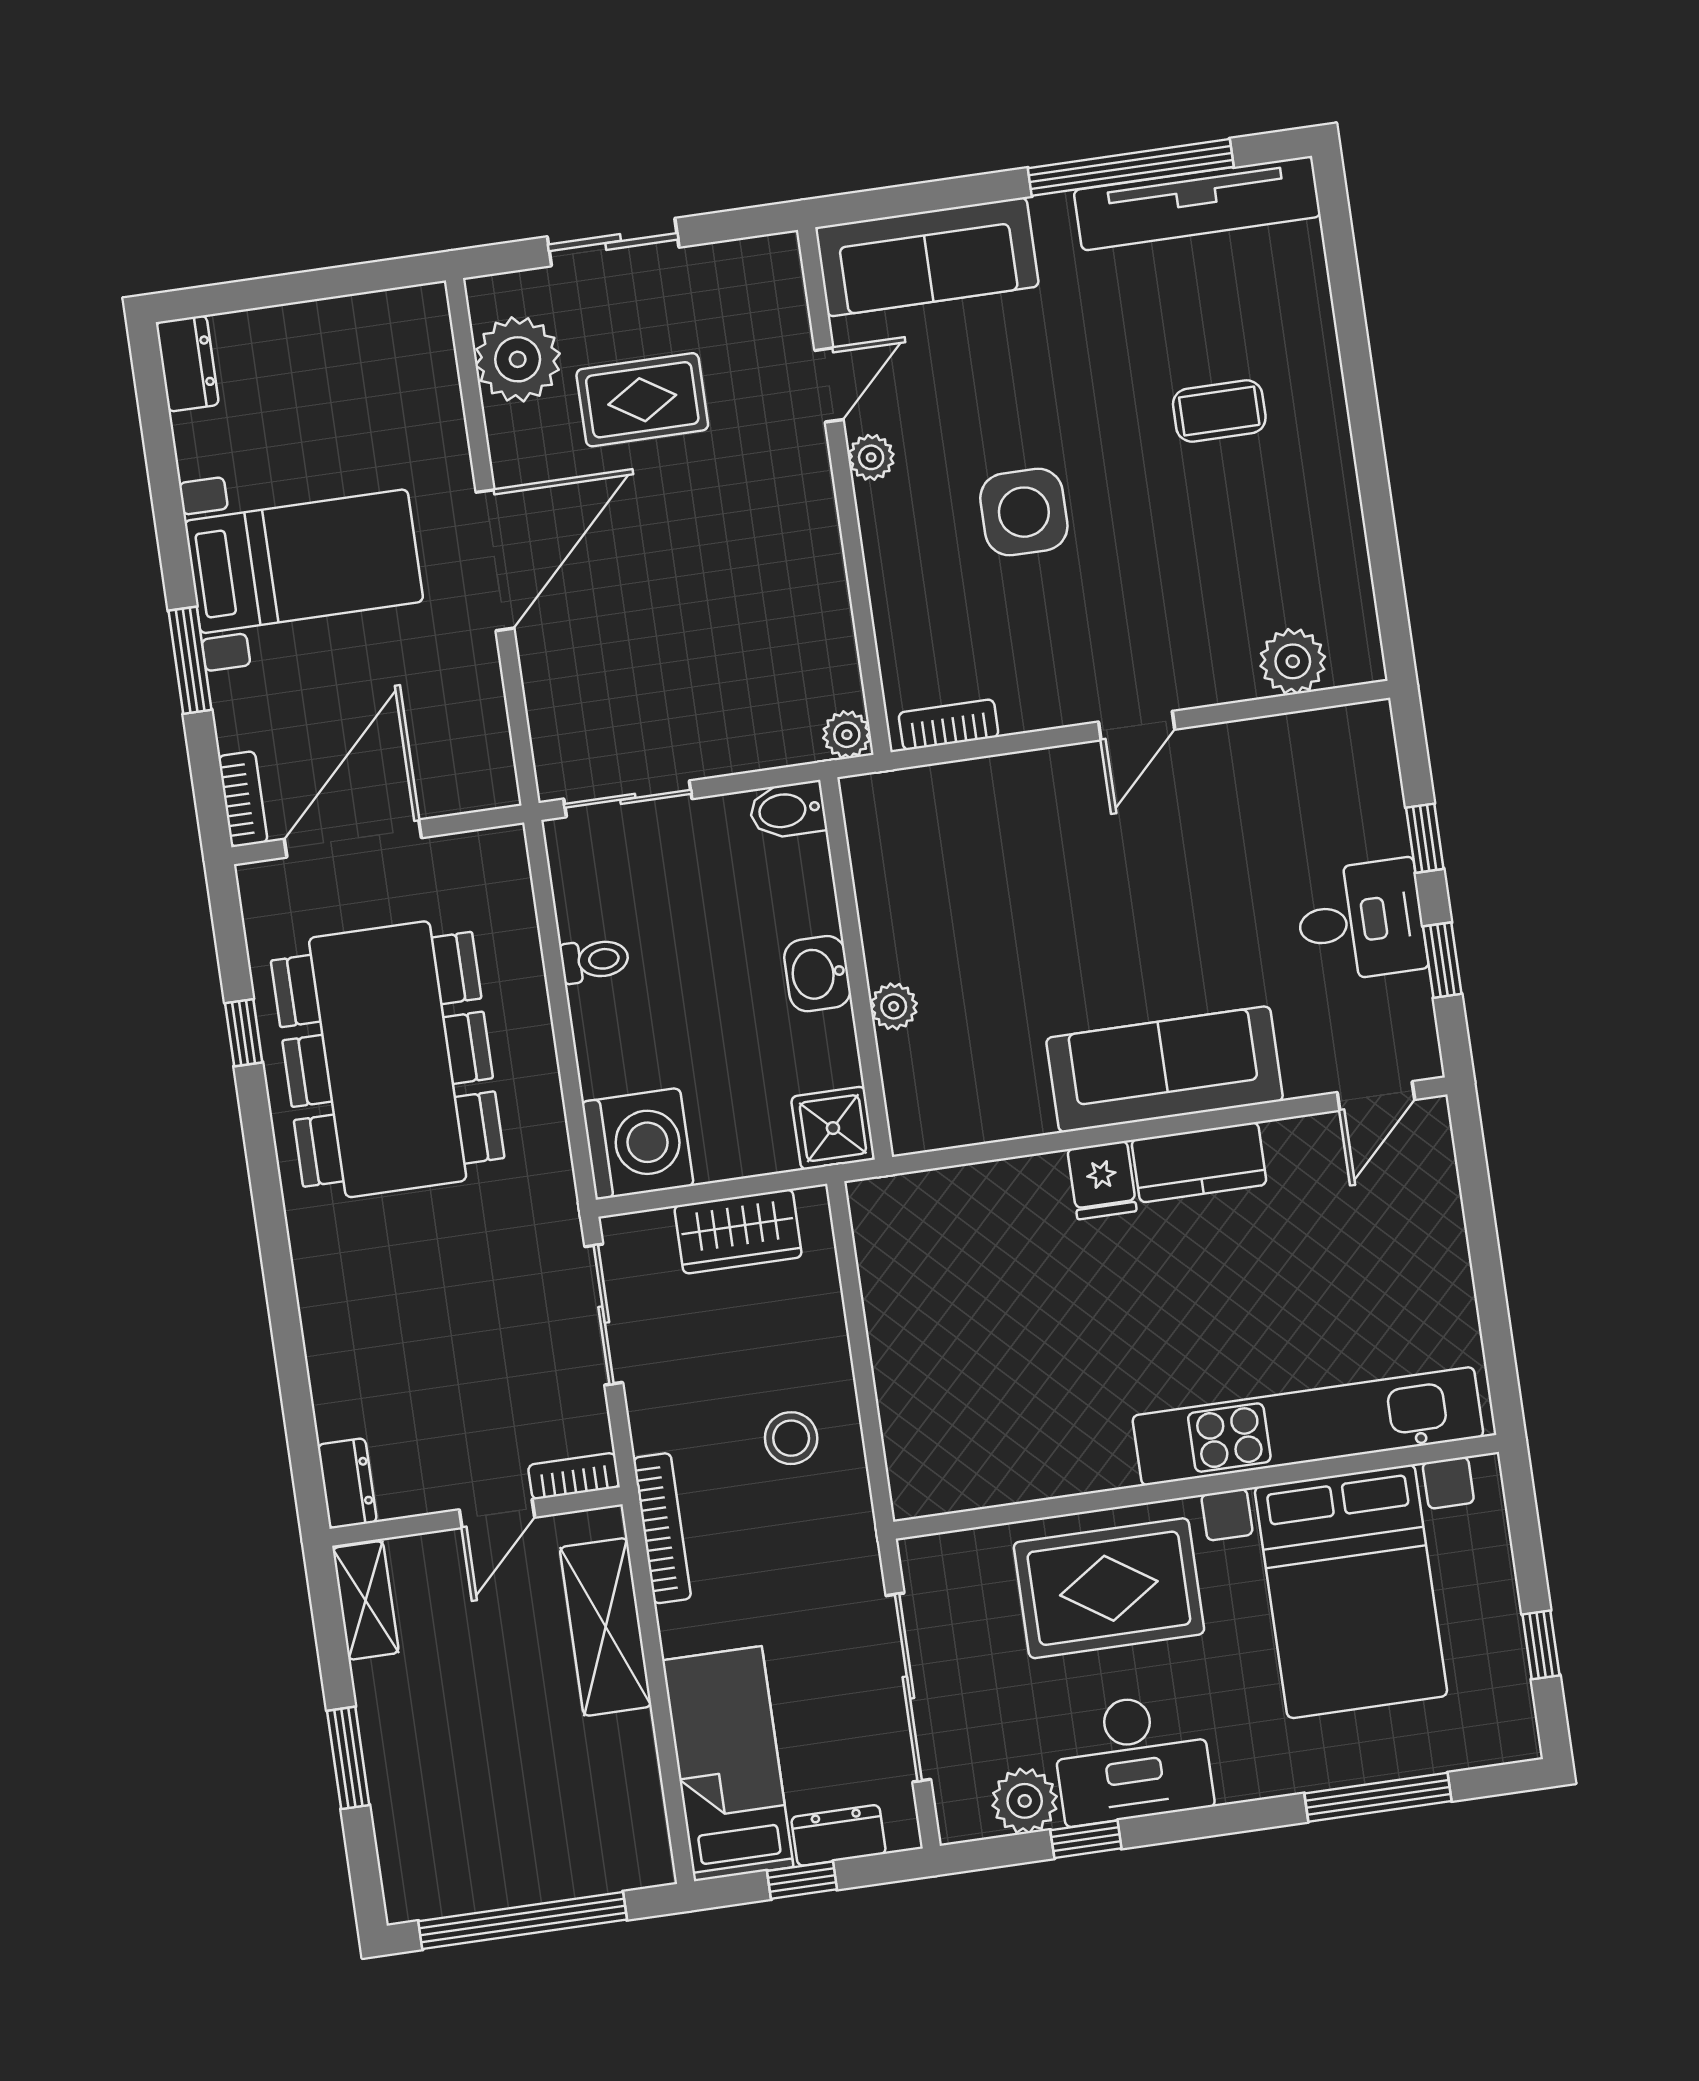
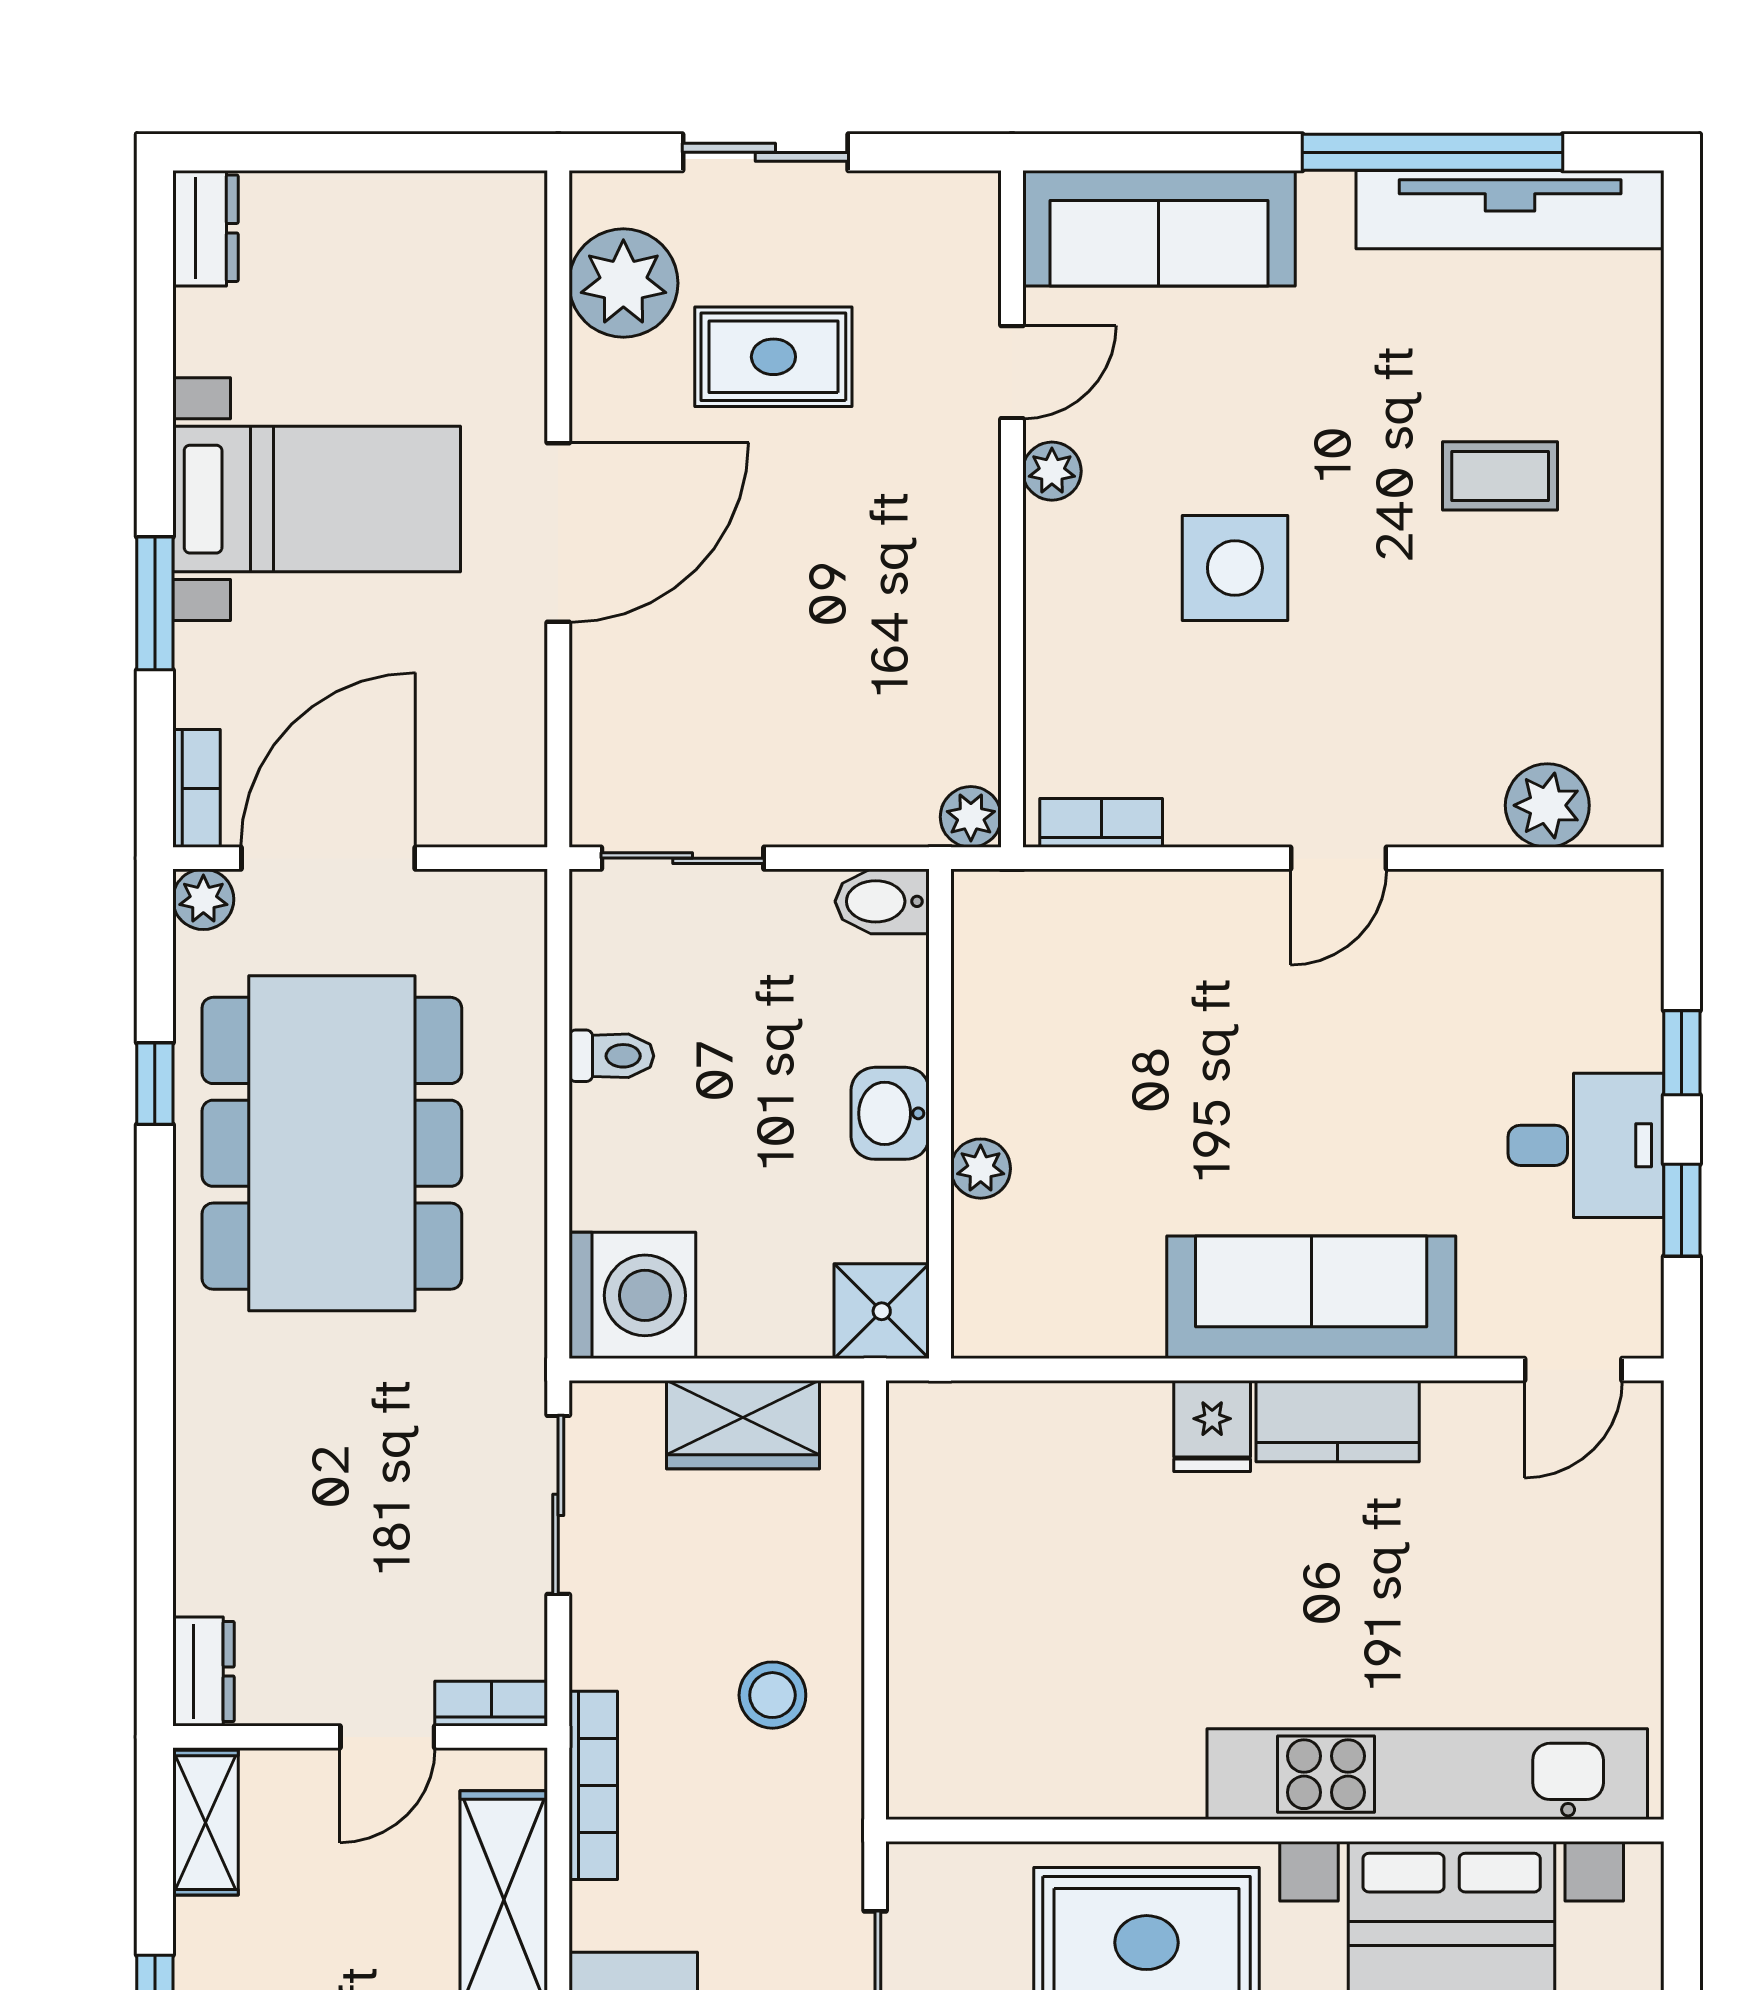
plant: (261, 884) -> (203, 899), added

